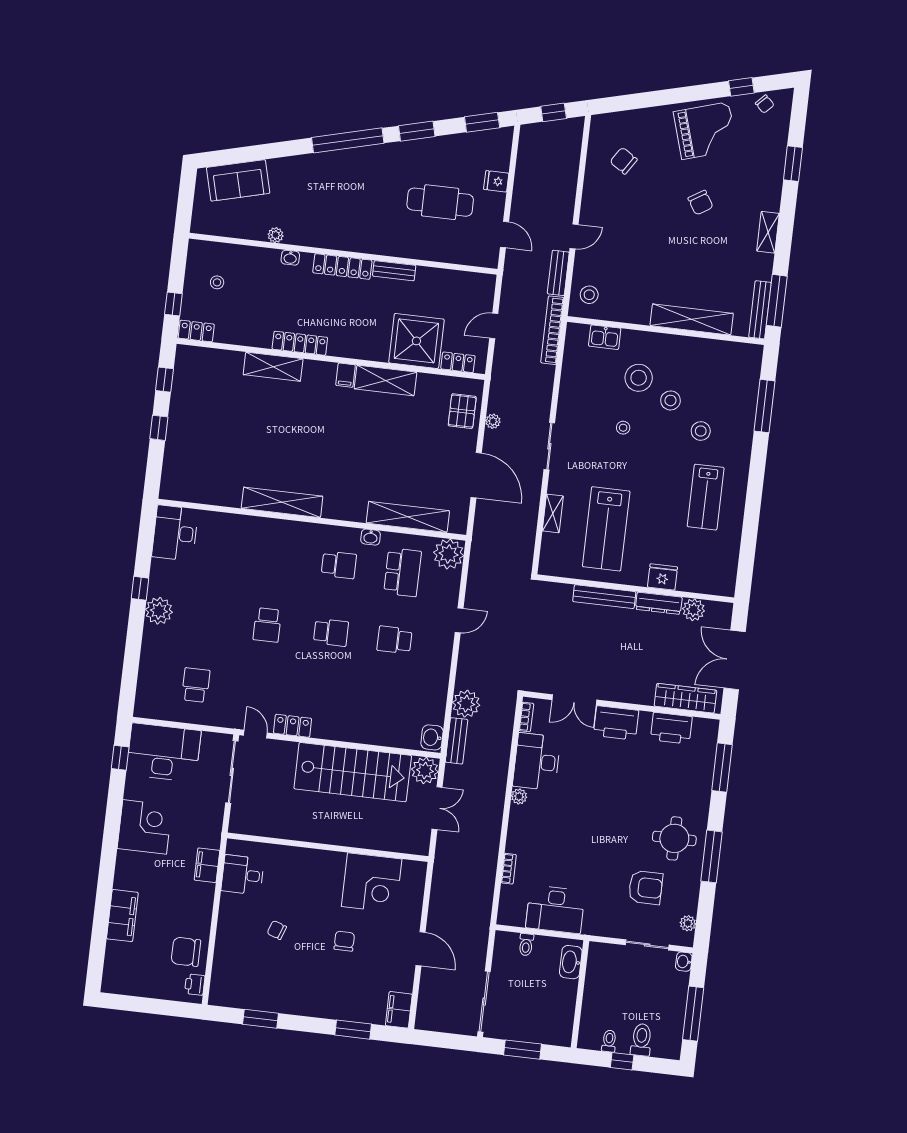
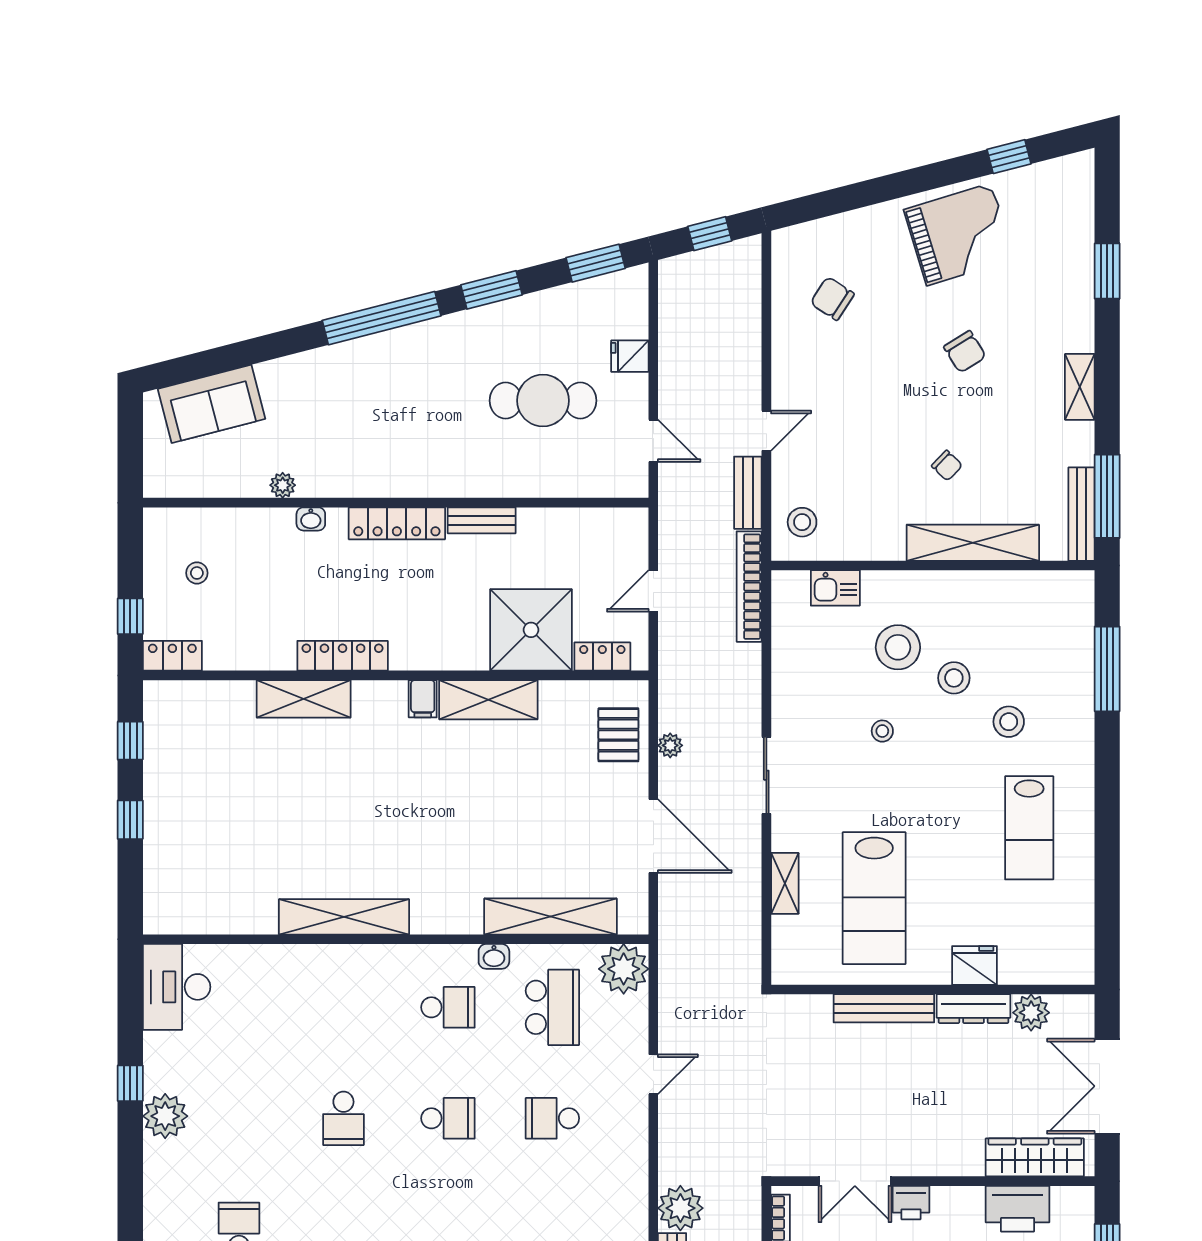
chair: (765, 104) -> (947, 466), moved
printer: (616, 723) -> (911, 1203), width x0.53, depth x0.68

